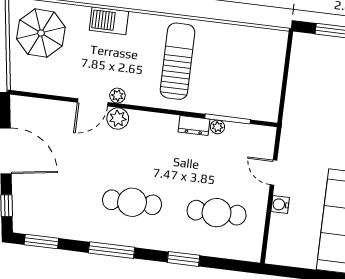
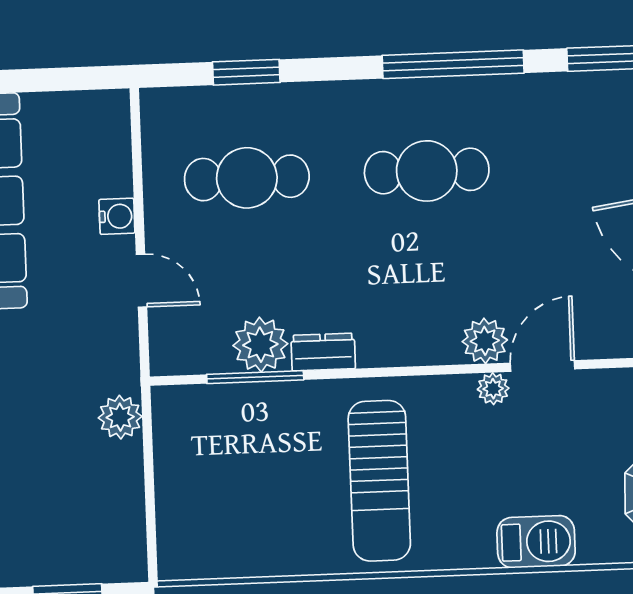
plant: (294, 110) -> (120, 417), added
plant: (218, 127) -> (260, 345), width x1.88, depth x1.88
window: (112, 250) -> (453, 64), width x1.46
window: (184, 259) -> (246, 72), moved

